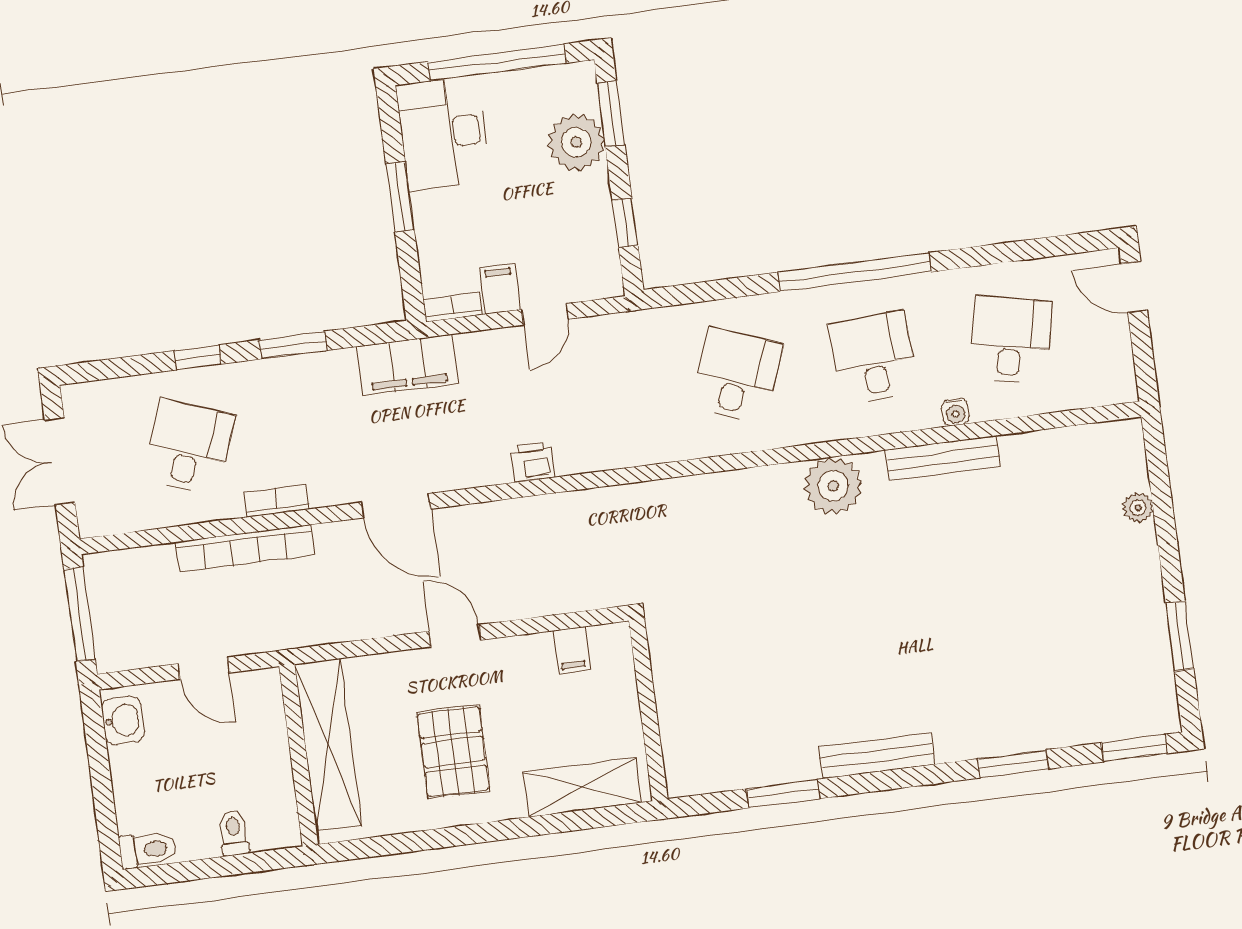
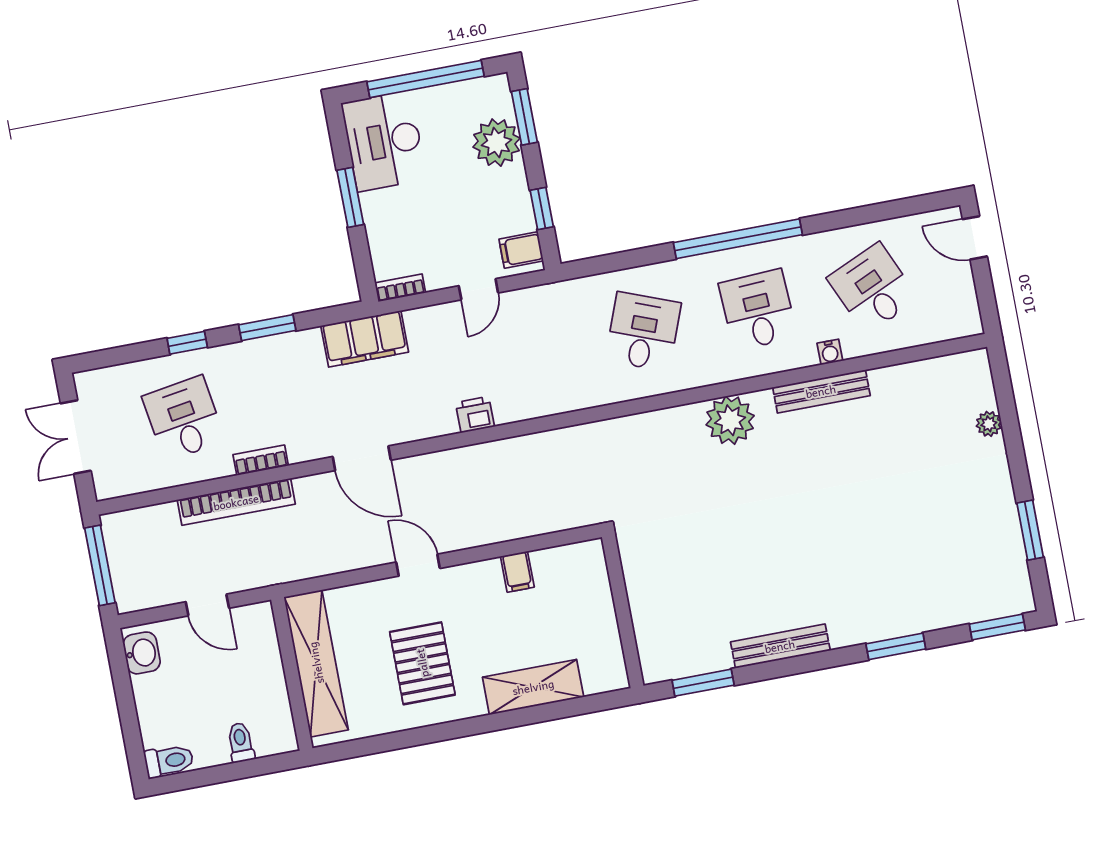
filing cabinet: (500, 289) -> (521, 250), moved, turned -90
desk: (1010, 340) -> (873, 288), turned -36
desk: (189, 447) -> (184, 418), turned -30
wall: (648, 710) -> (623, 611), moved

